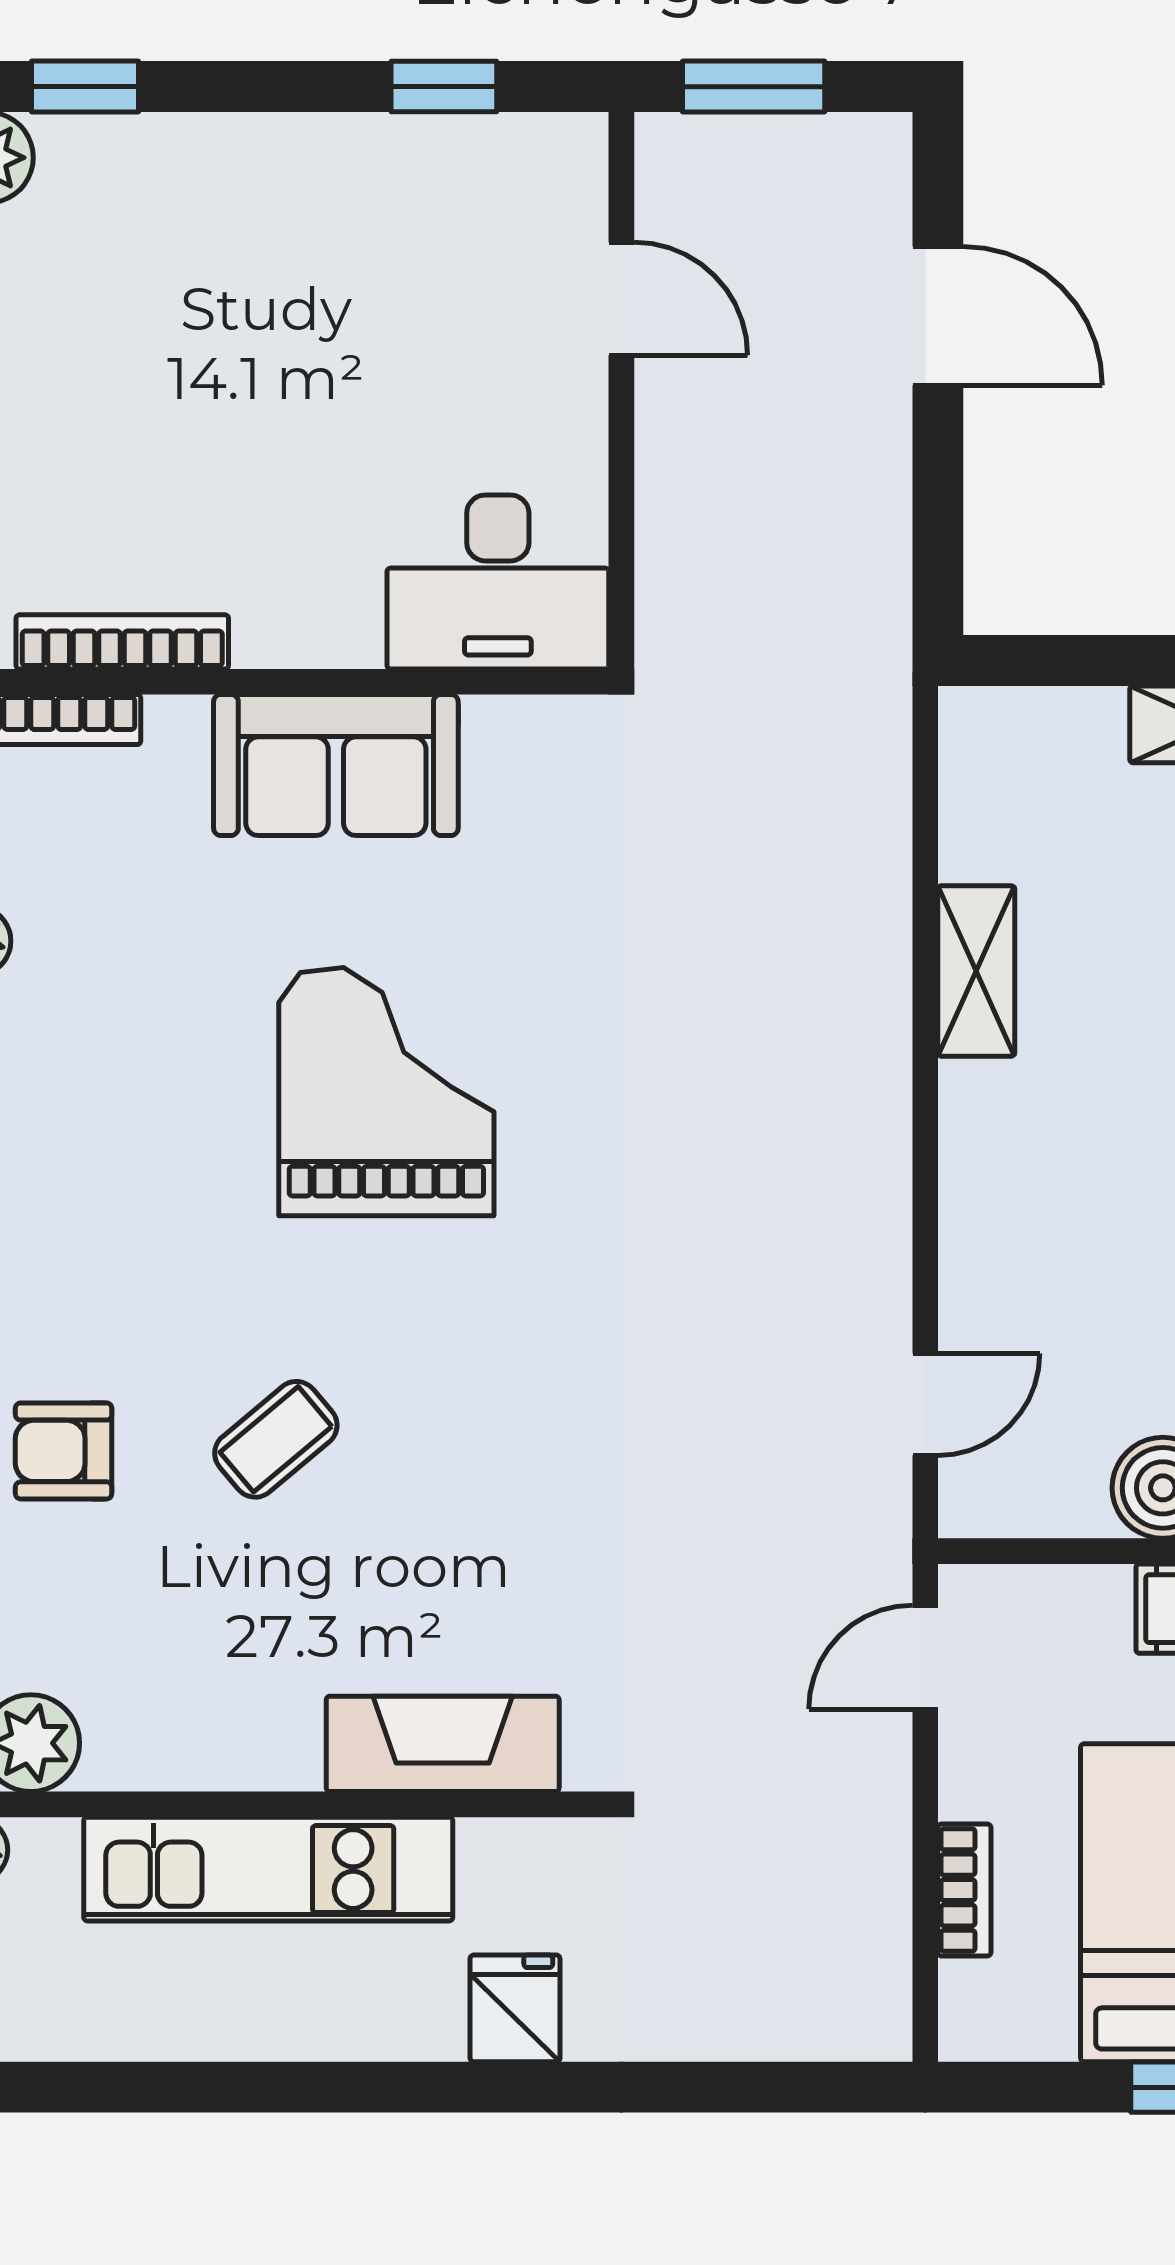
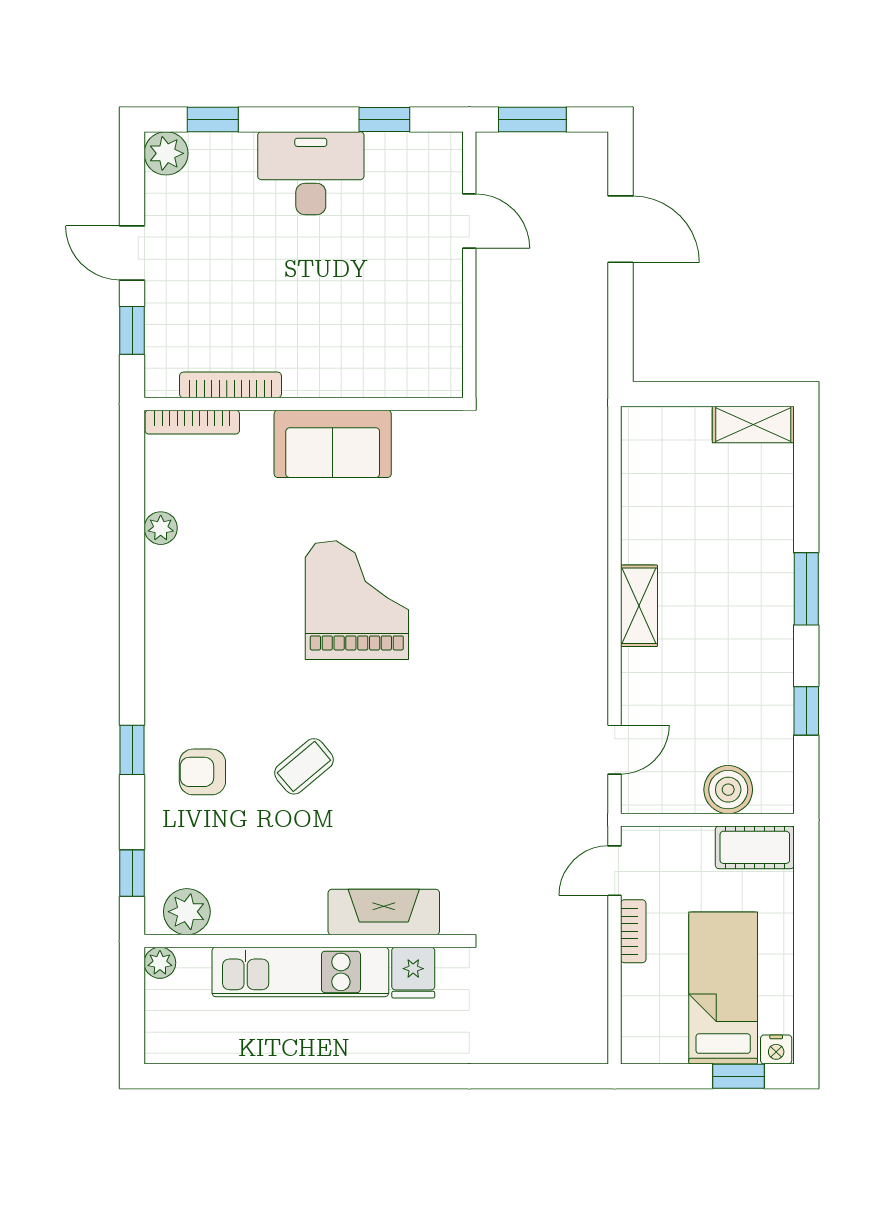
desk: (498, 582) -> (311, 173), moved, turned 180
shelving: (976, 971) -> (639, 606), moved
bookcase: (964, 1890) -> (633, 931), moved
fridge: (515, 2008) -> (413, 973), moved, turned 180

